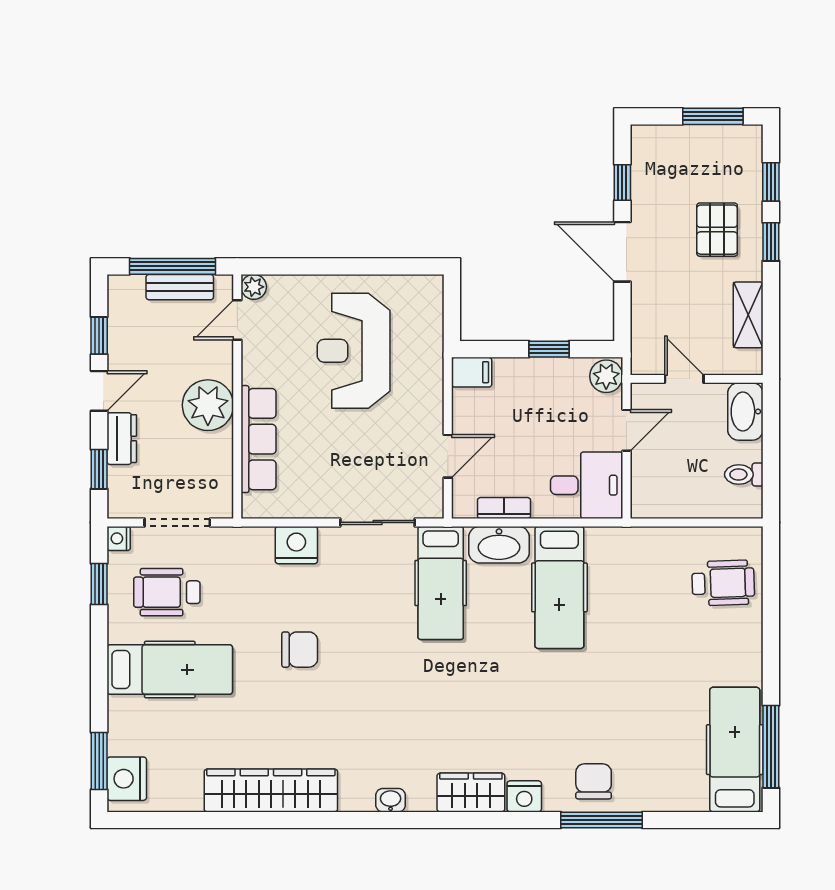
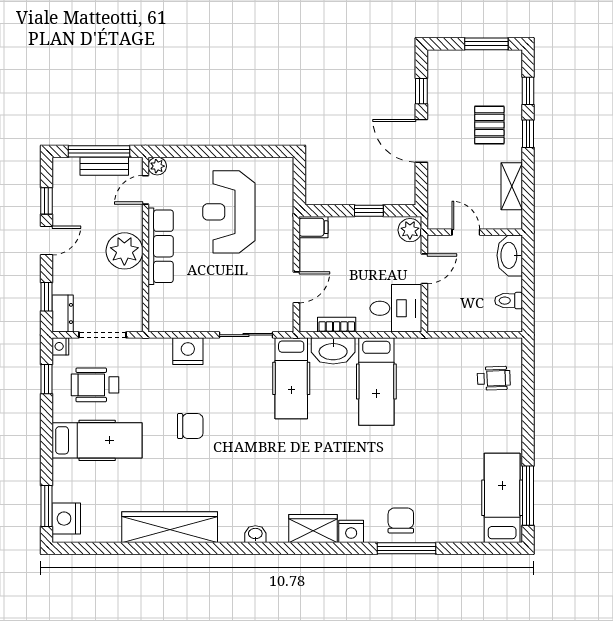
dresser: (122, 439) -> (63, 313), moved
row of seats: (258, 439) -> (161, 246), moved
wheelchair: (723, 583) -> (494, 378), width x0.73, depth x0.73

